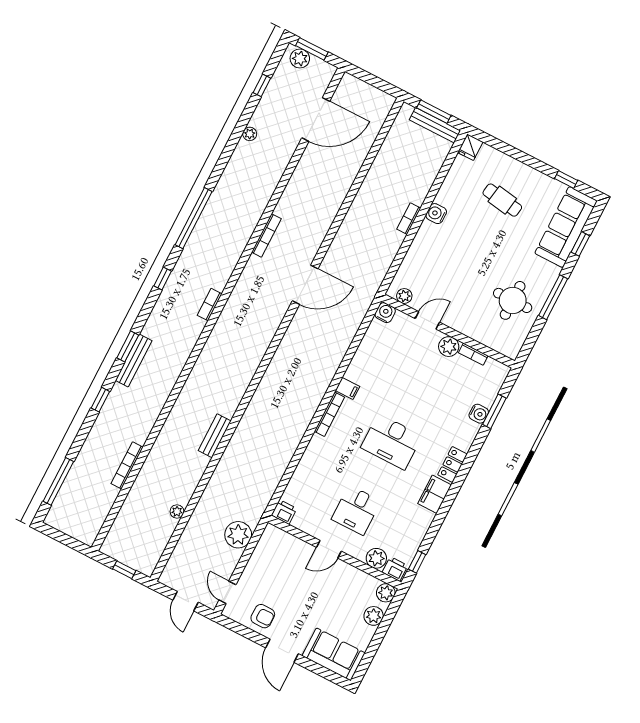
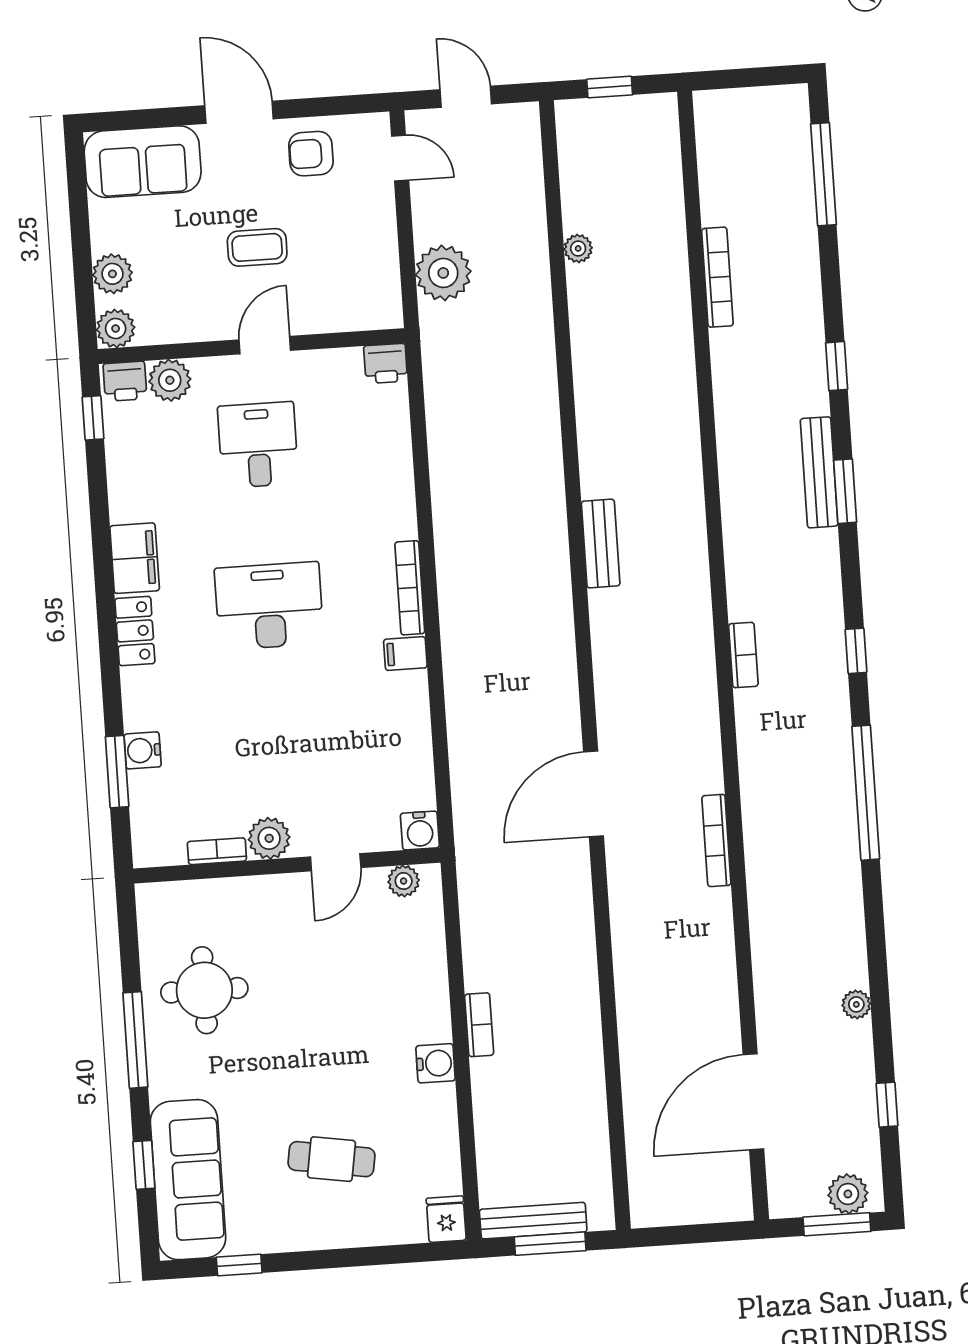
bench: (215, 436) -> (601, 543), moved
coffee table: (308, 591) -> (257, 247), added

